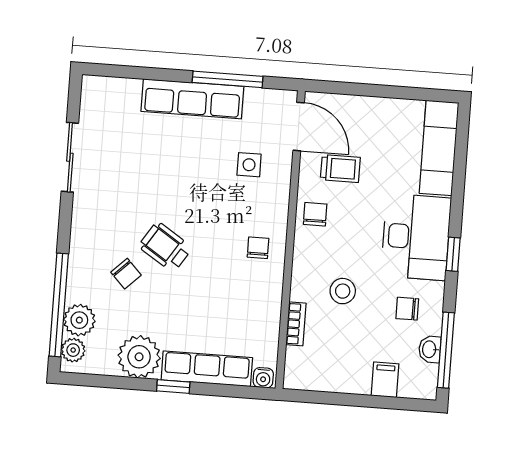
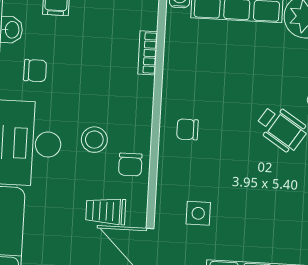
chair: (258, 248) -> (187, 129), turned 90
stool: (343, 291) -> (94, 140), moved

